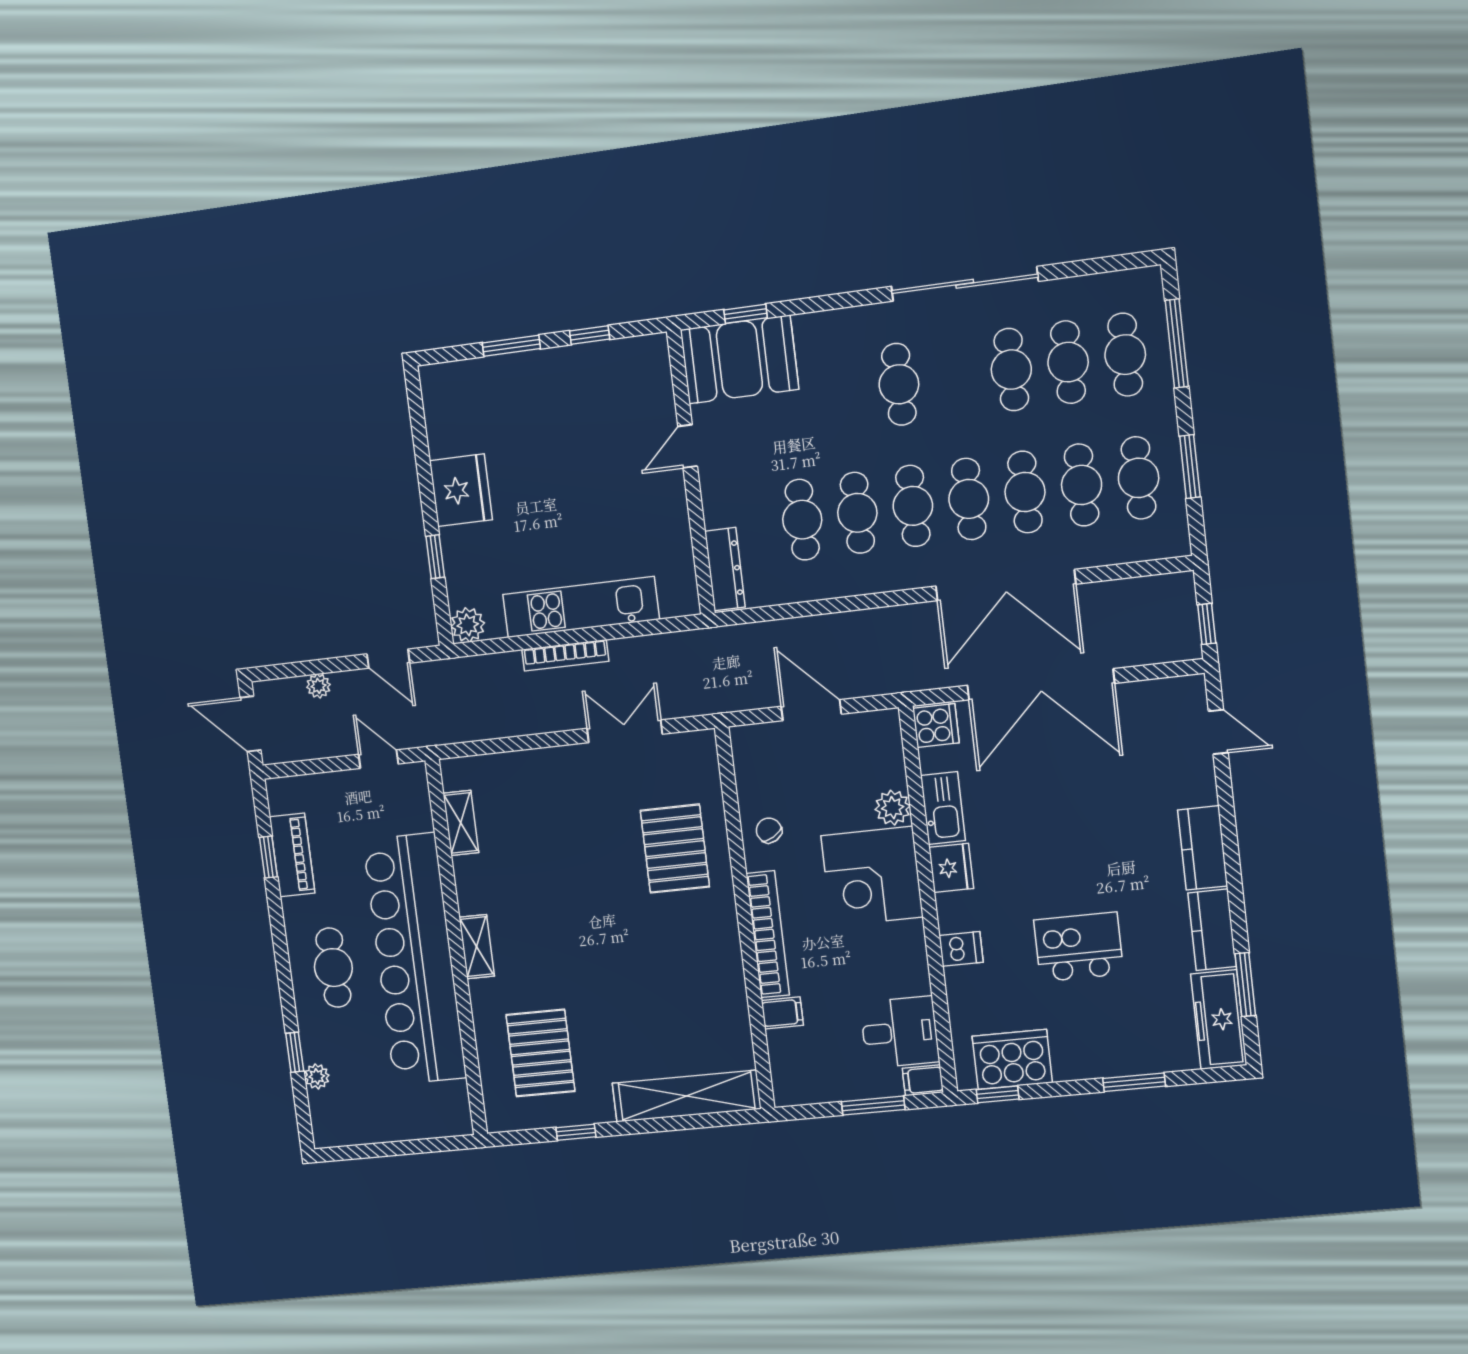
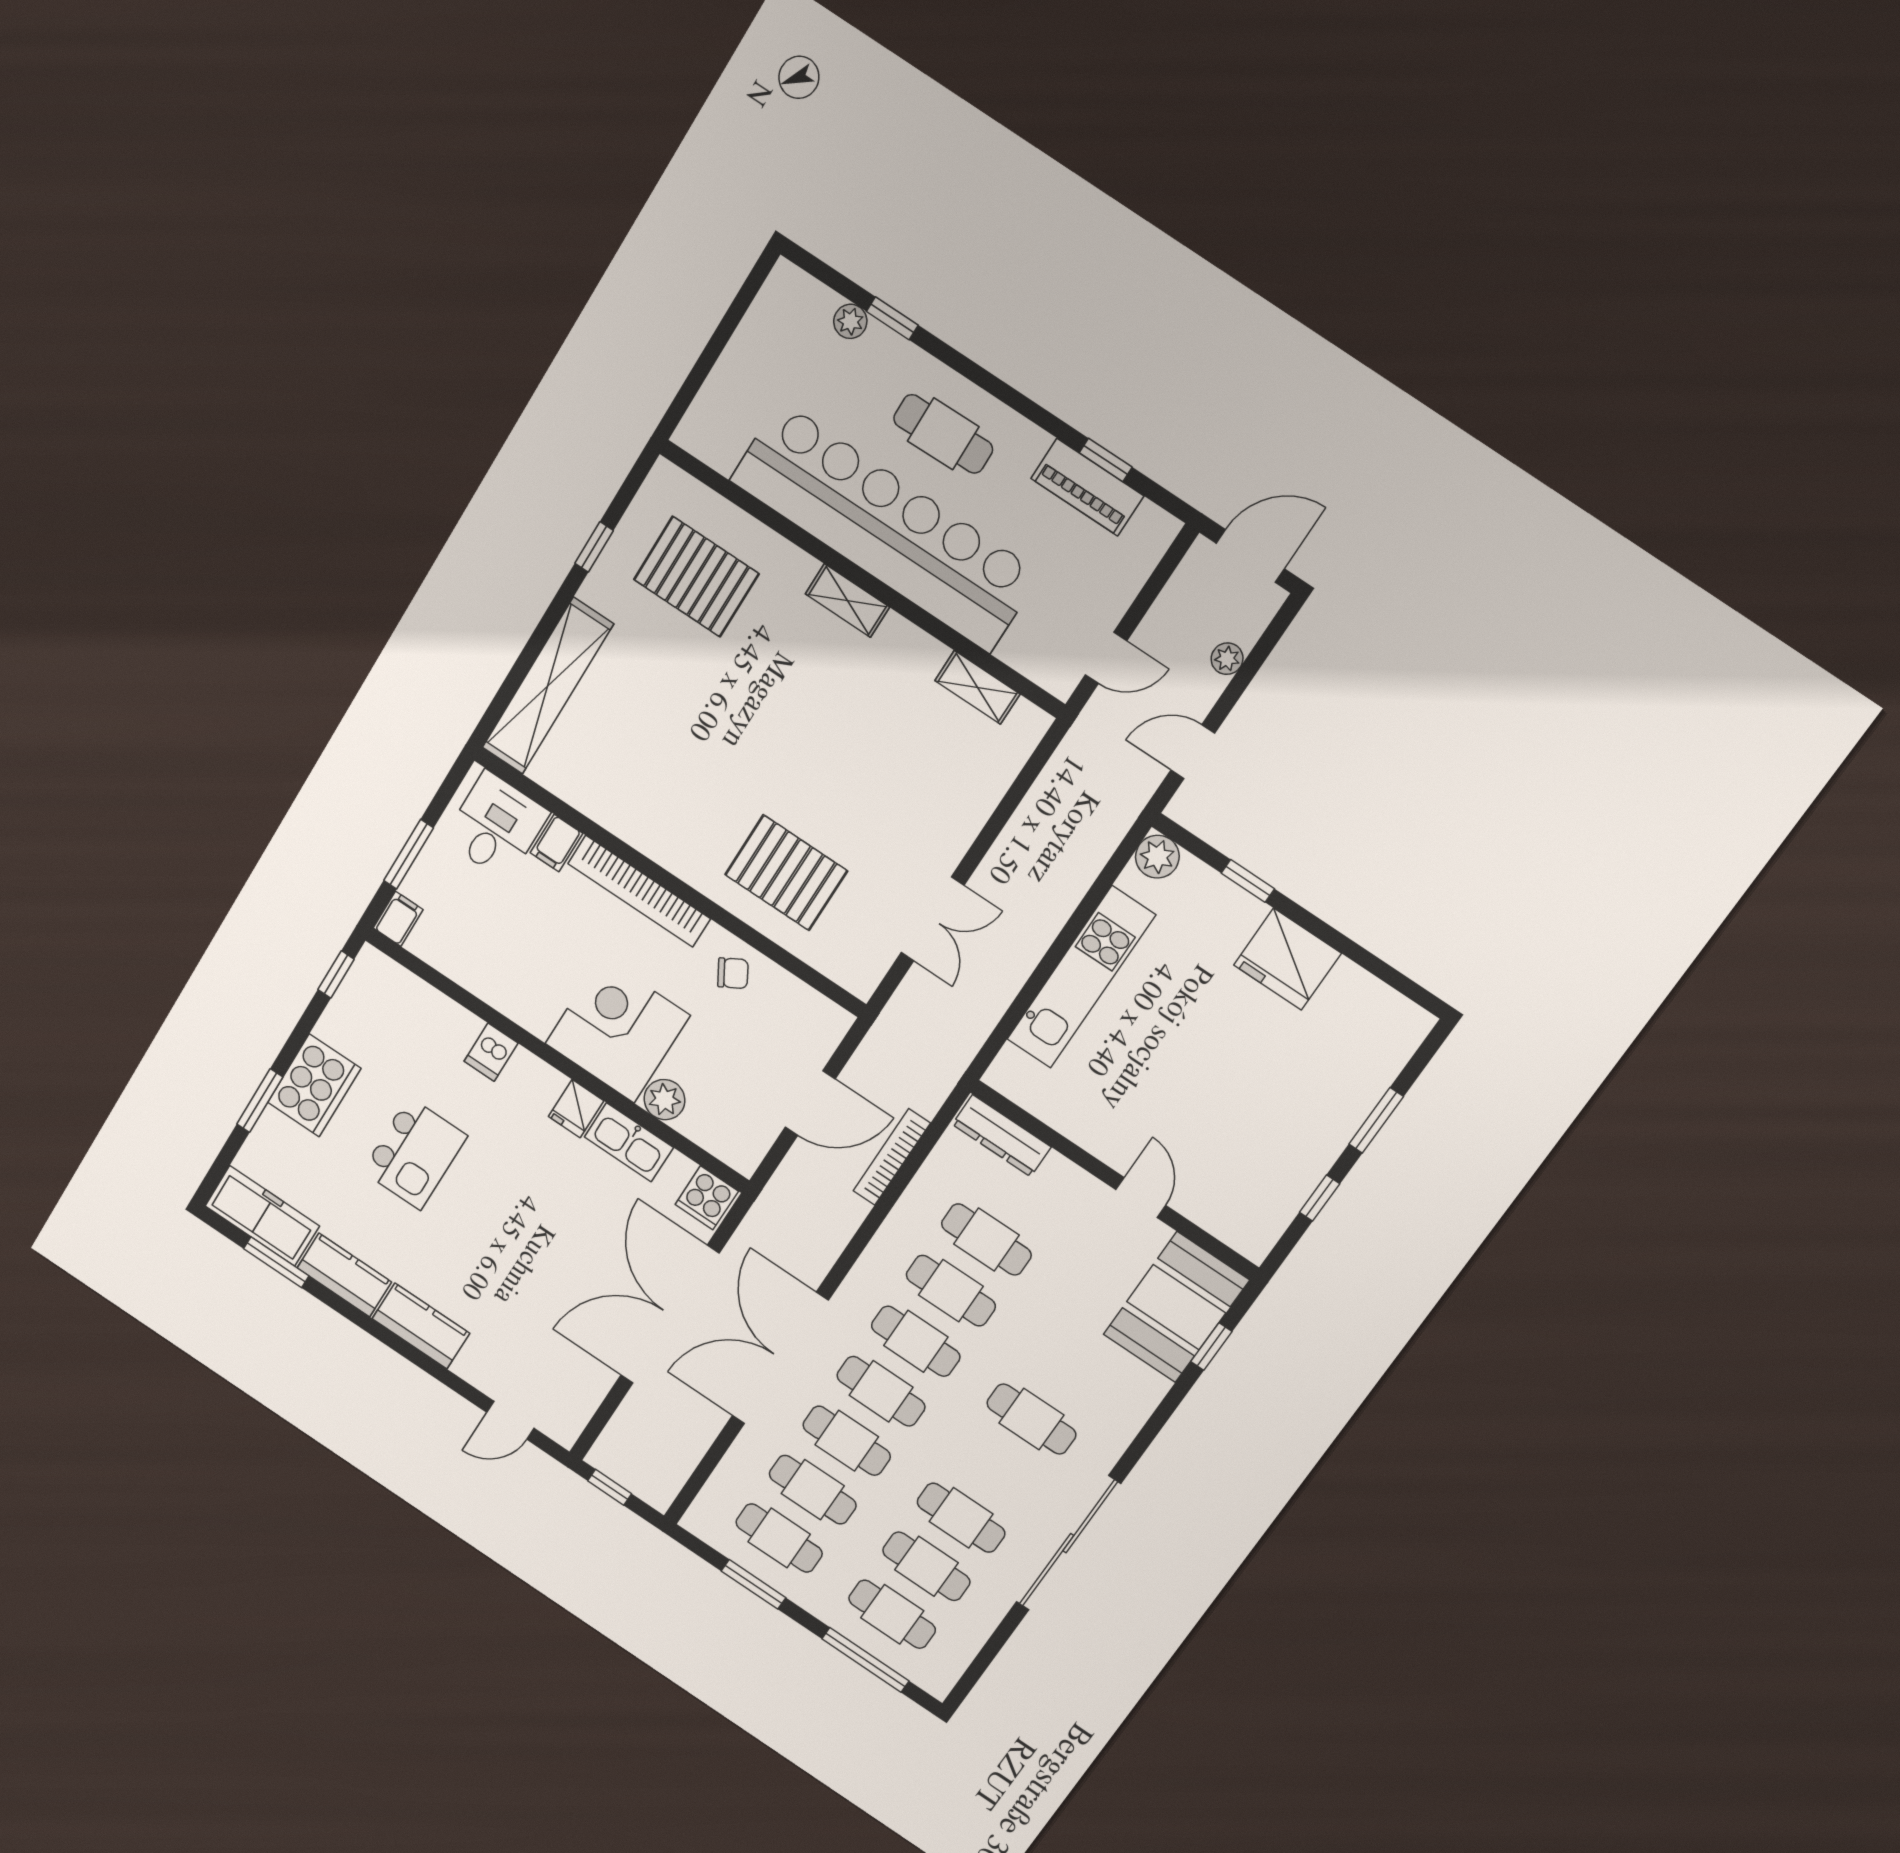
bookcase: (565, 655) -> (892, 1157), moved
fridge: (951, 868) -> (576, 1109), width x0.72
desk: (900, 1032) -> (496, 826), moved, turned 180
cooker: (1012, 1059) -> (314, 1085), moved

